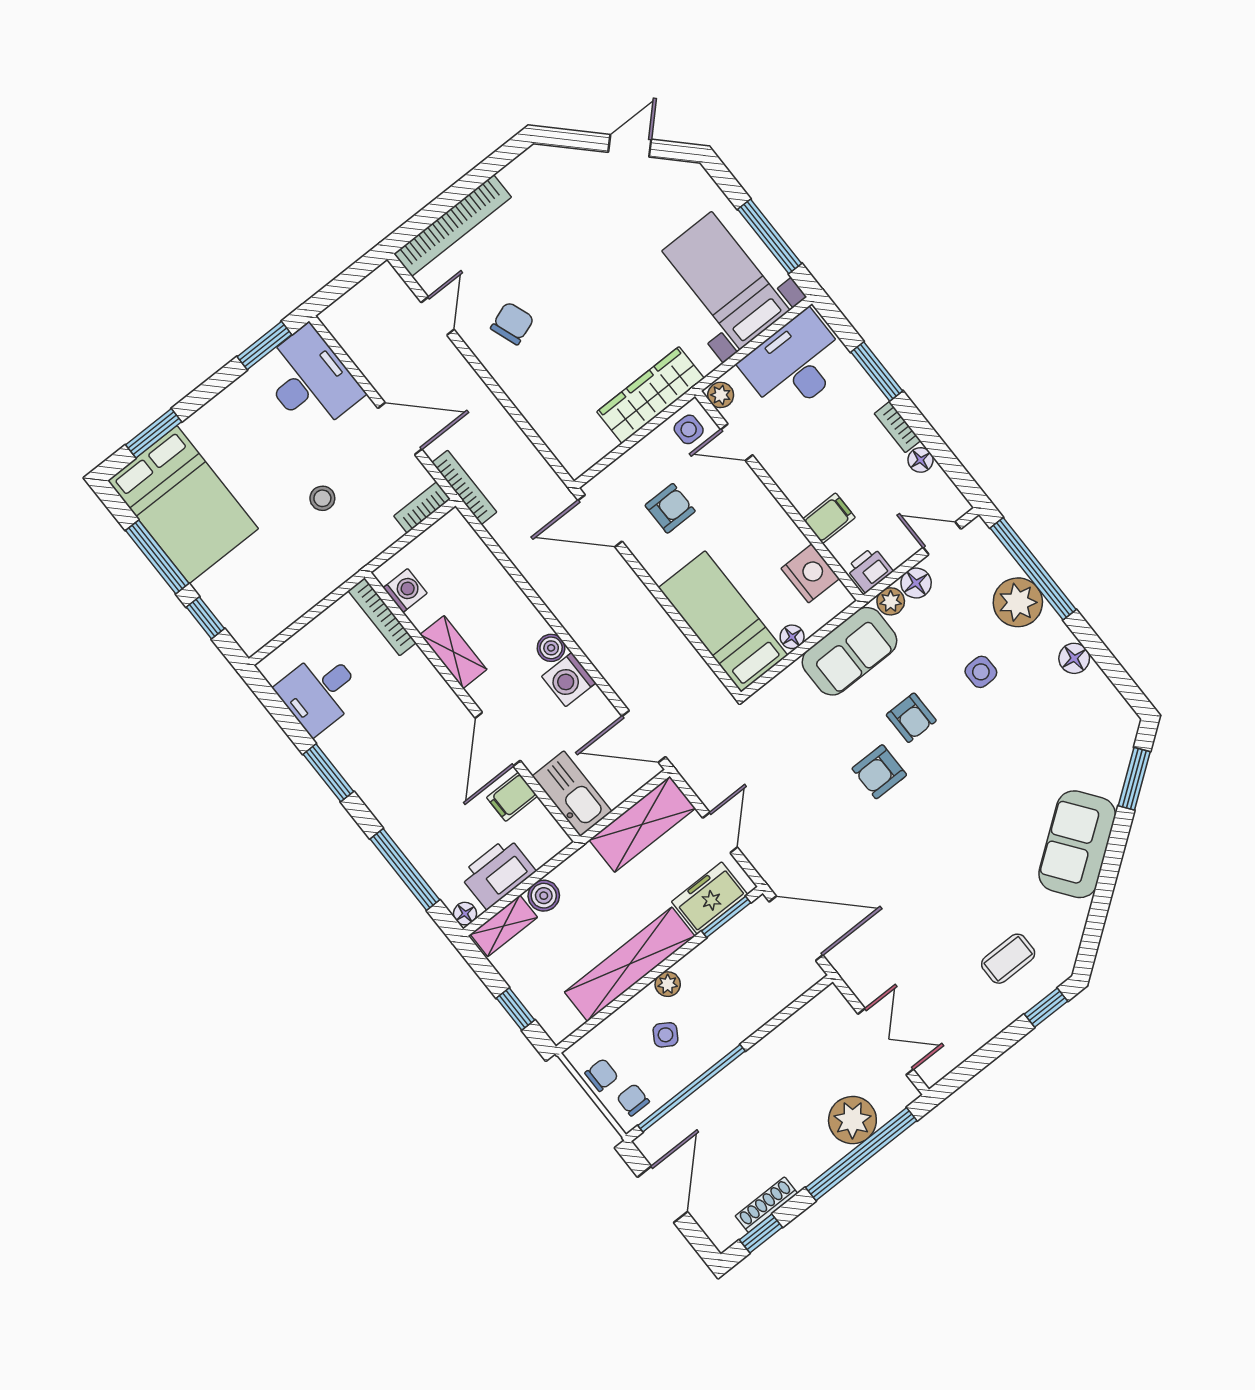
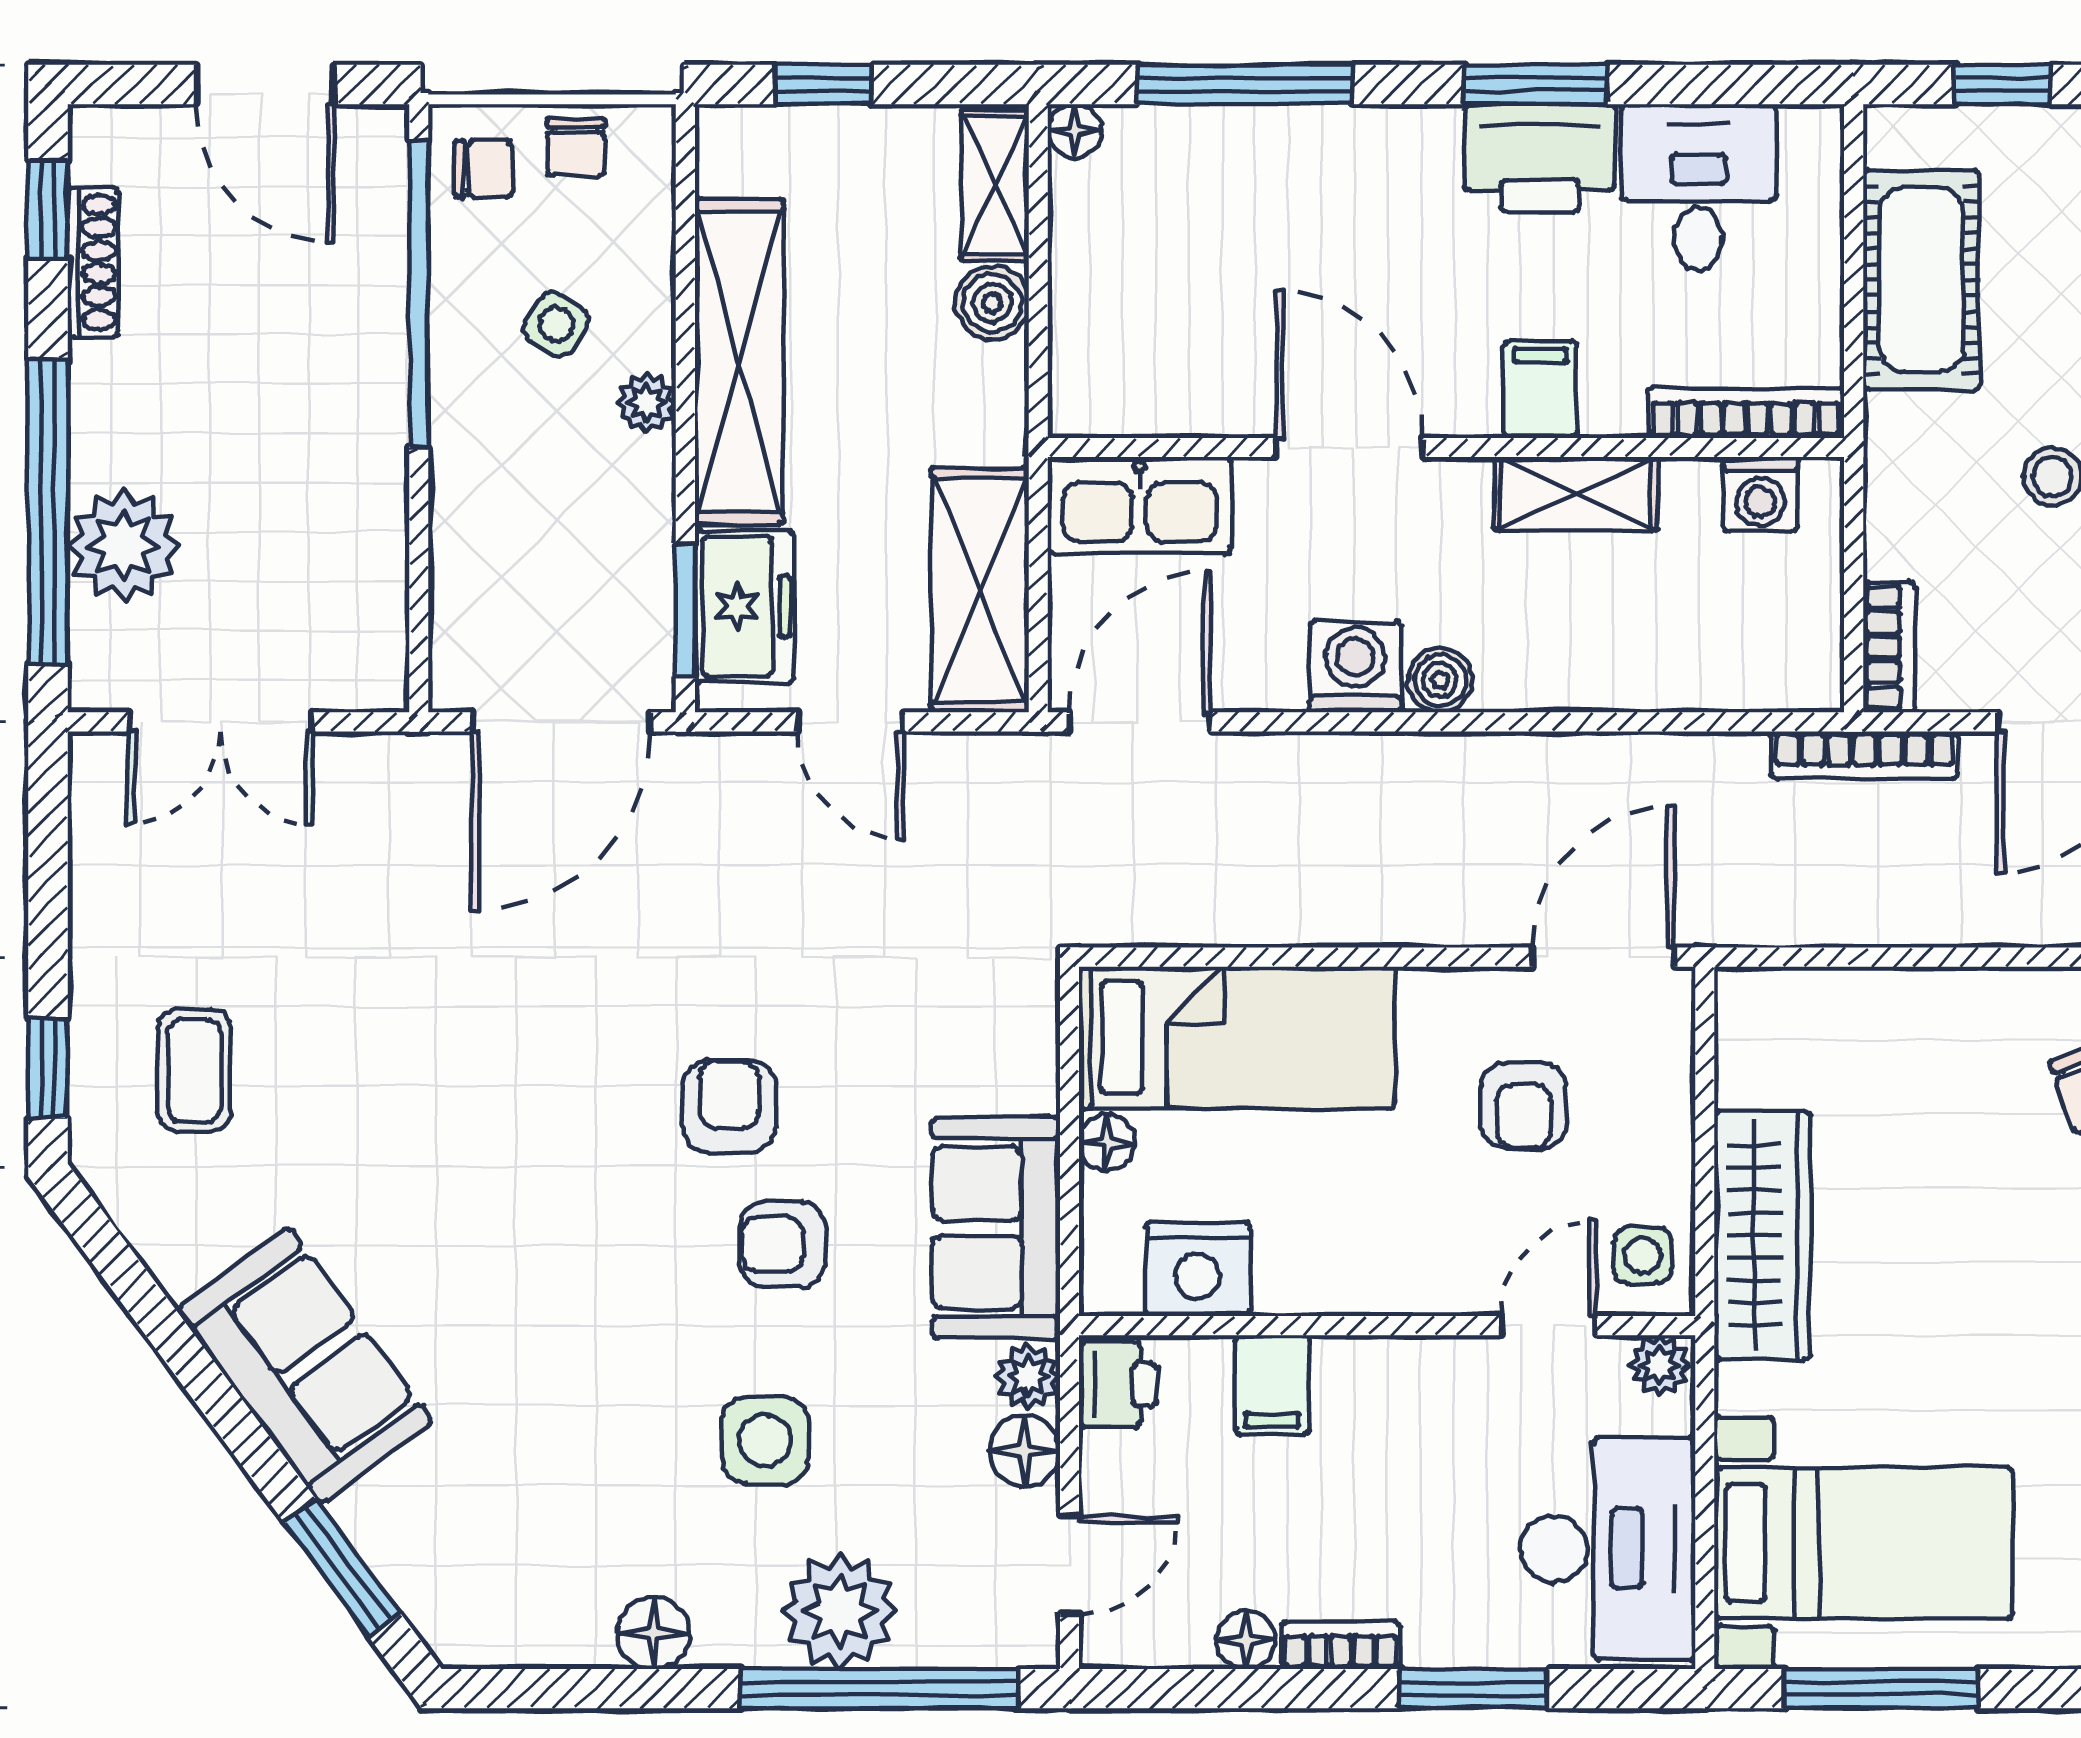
cot: (292, 593) -> (1921, 280), added
side table: (981, 672) -> (765, 1441), width x1.37, depth x1.37
filing cabinet: (512, 797) -> (1540, 389), moved
printer: (498, 873) -> (1540, 158), moved, turned 90

